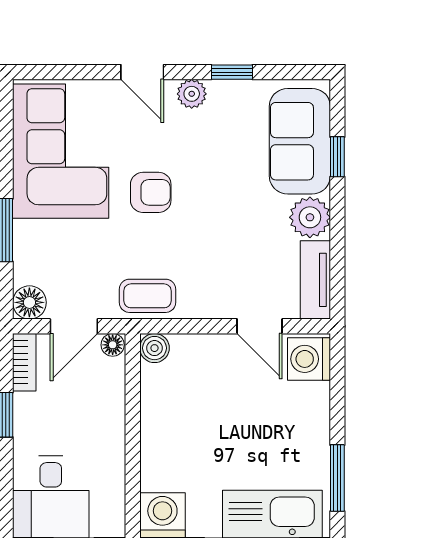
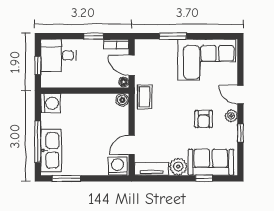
door: (142, 72) -> (240, 95), hinge flipped
armchair: (151, 192) -> (204, 119), moved
floor lamp: (29, 302) -> (142, 46), removed

